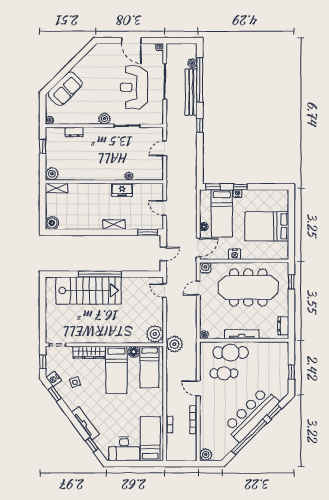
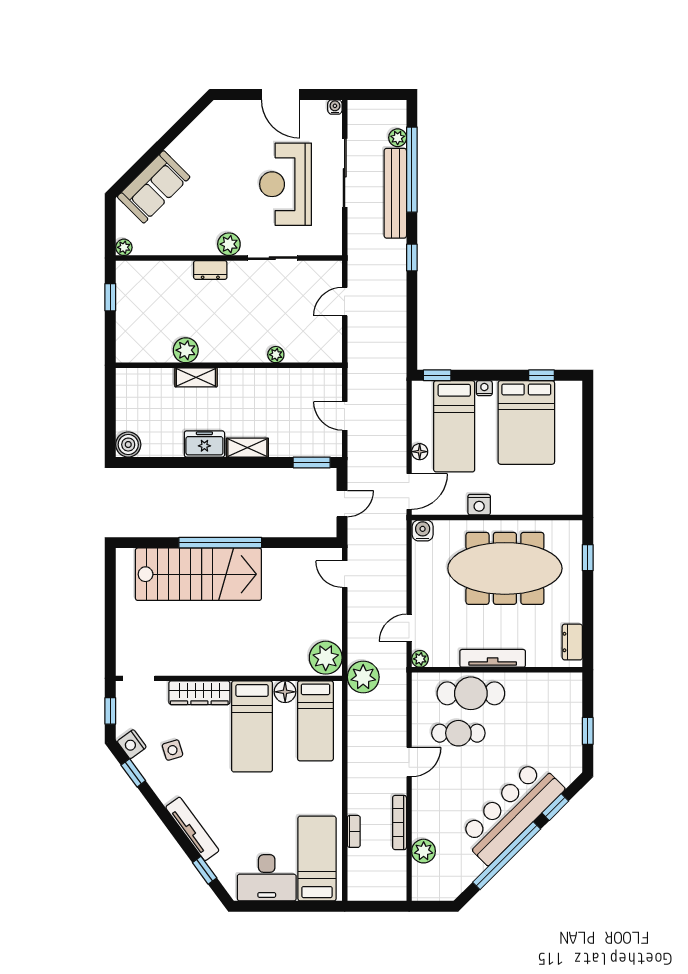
dresser: (74, 132) -> (210, 270), moved
plant: (52, 174) -> (186, 350), moved
window: (240, 187) -> (541, 375), moved
shelving: (56, 188) -> (196, 377), moved
freezer: (122, 190) -> (204, 444), moved, turned 180
bed: (267, 226) -> (526, 422), moved, turned -90
door: (198, 288) -> (409, 628), moved
door: (198, 388) -> (409, 762), swing flipped
plant: (206, 455) -> (424, 851), moved

